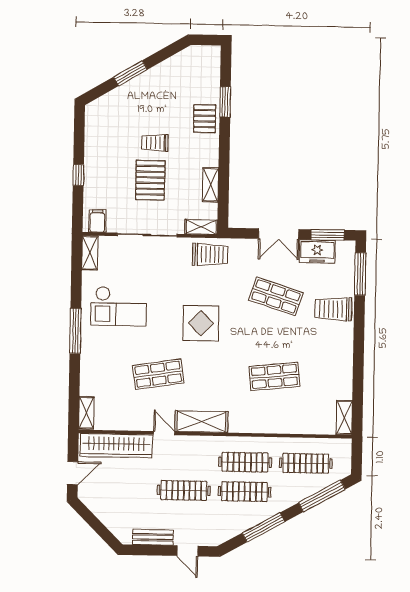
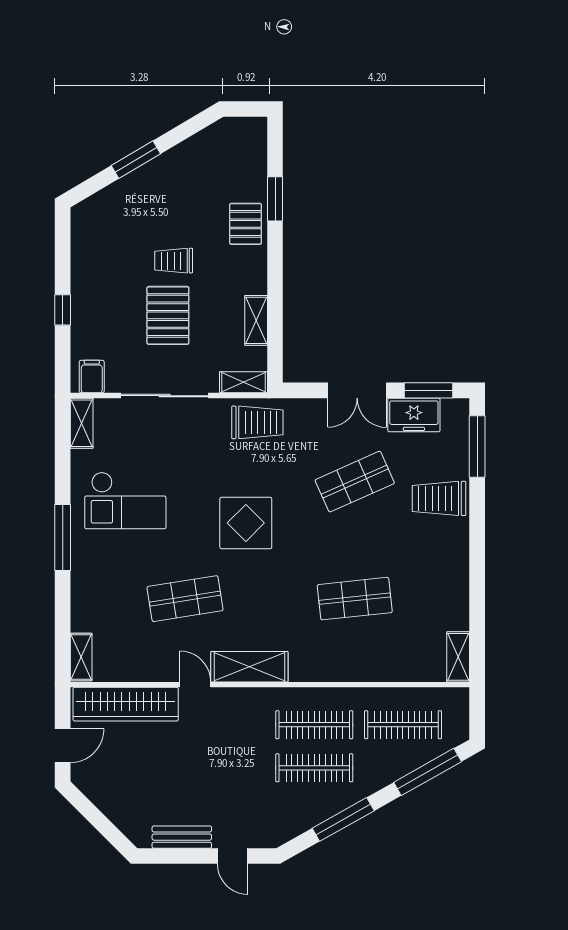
shop shelf: (276, 296) -> (355, 482), turned -42
clothes rail: (184, 490) -> (226, 768), removed

